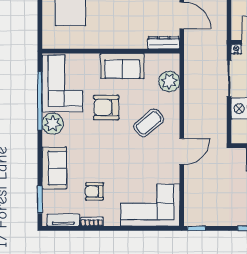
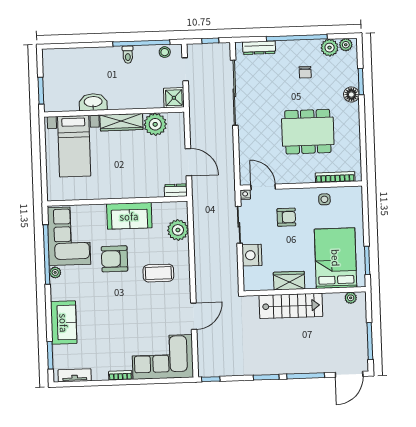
dresser: (164, 43) -> (176, 190), width x0.70
coffee table: (149, 123) -> (158, 273), turned 40
plant: (53, 124) -> (55, 272), width x0.53, depth x0.53
door: (182, 151) -> (194, 316), moved
armchair: (94, 191) -> (105, 345), removed
bookcase: (92, 222) -> (120, 375), moved

